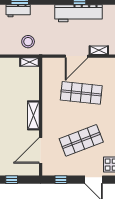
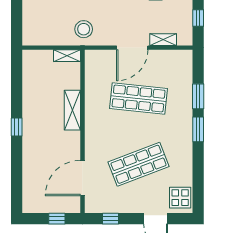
stool: (28, 42) -> (84, 29), moved
shelving: (33, 115) -> (72, 110), moved
window: (12, 180) -> (57, 219), moved

